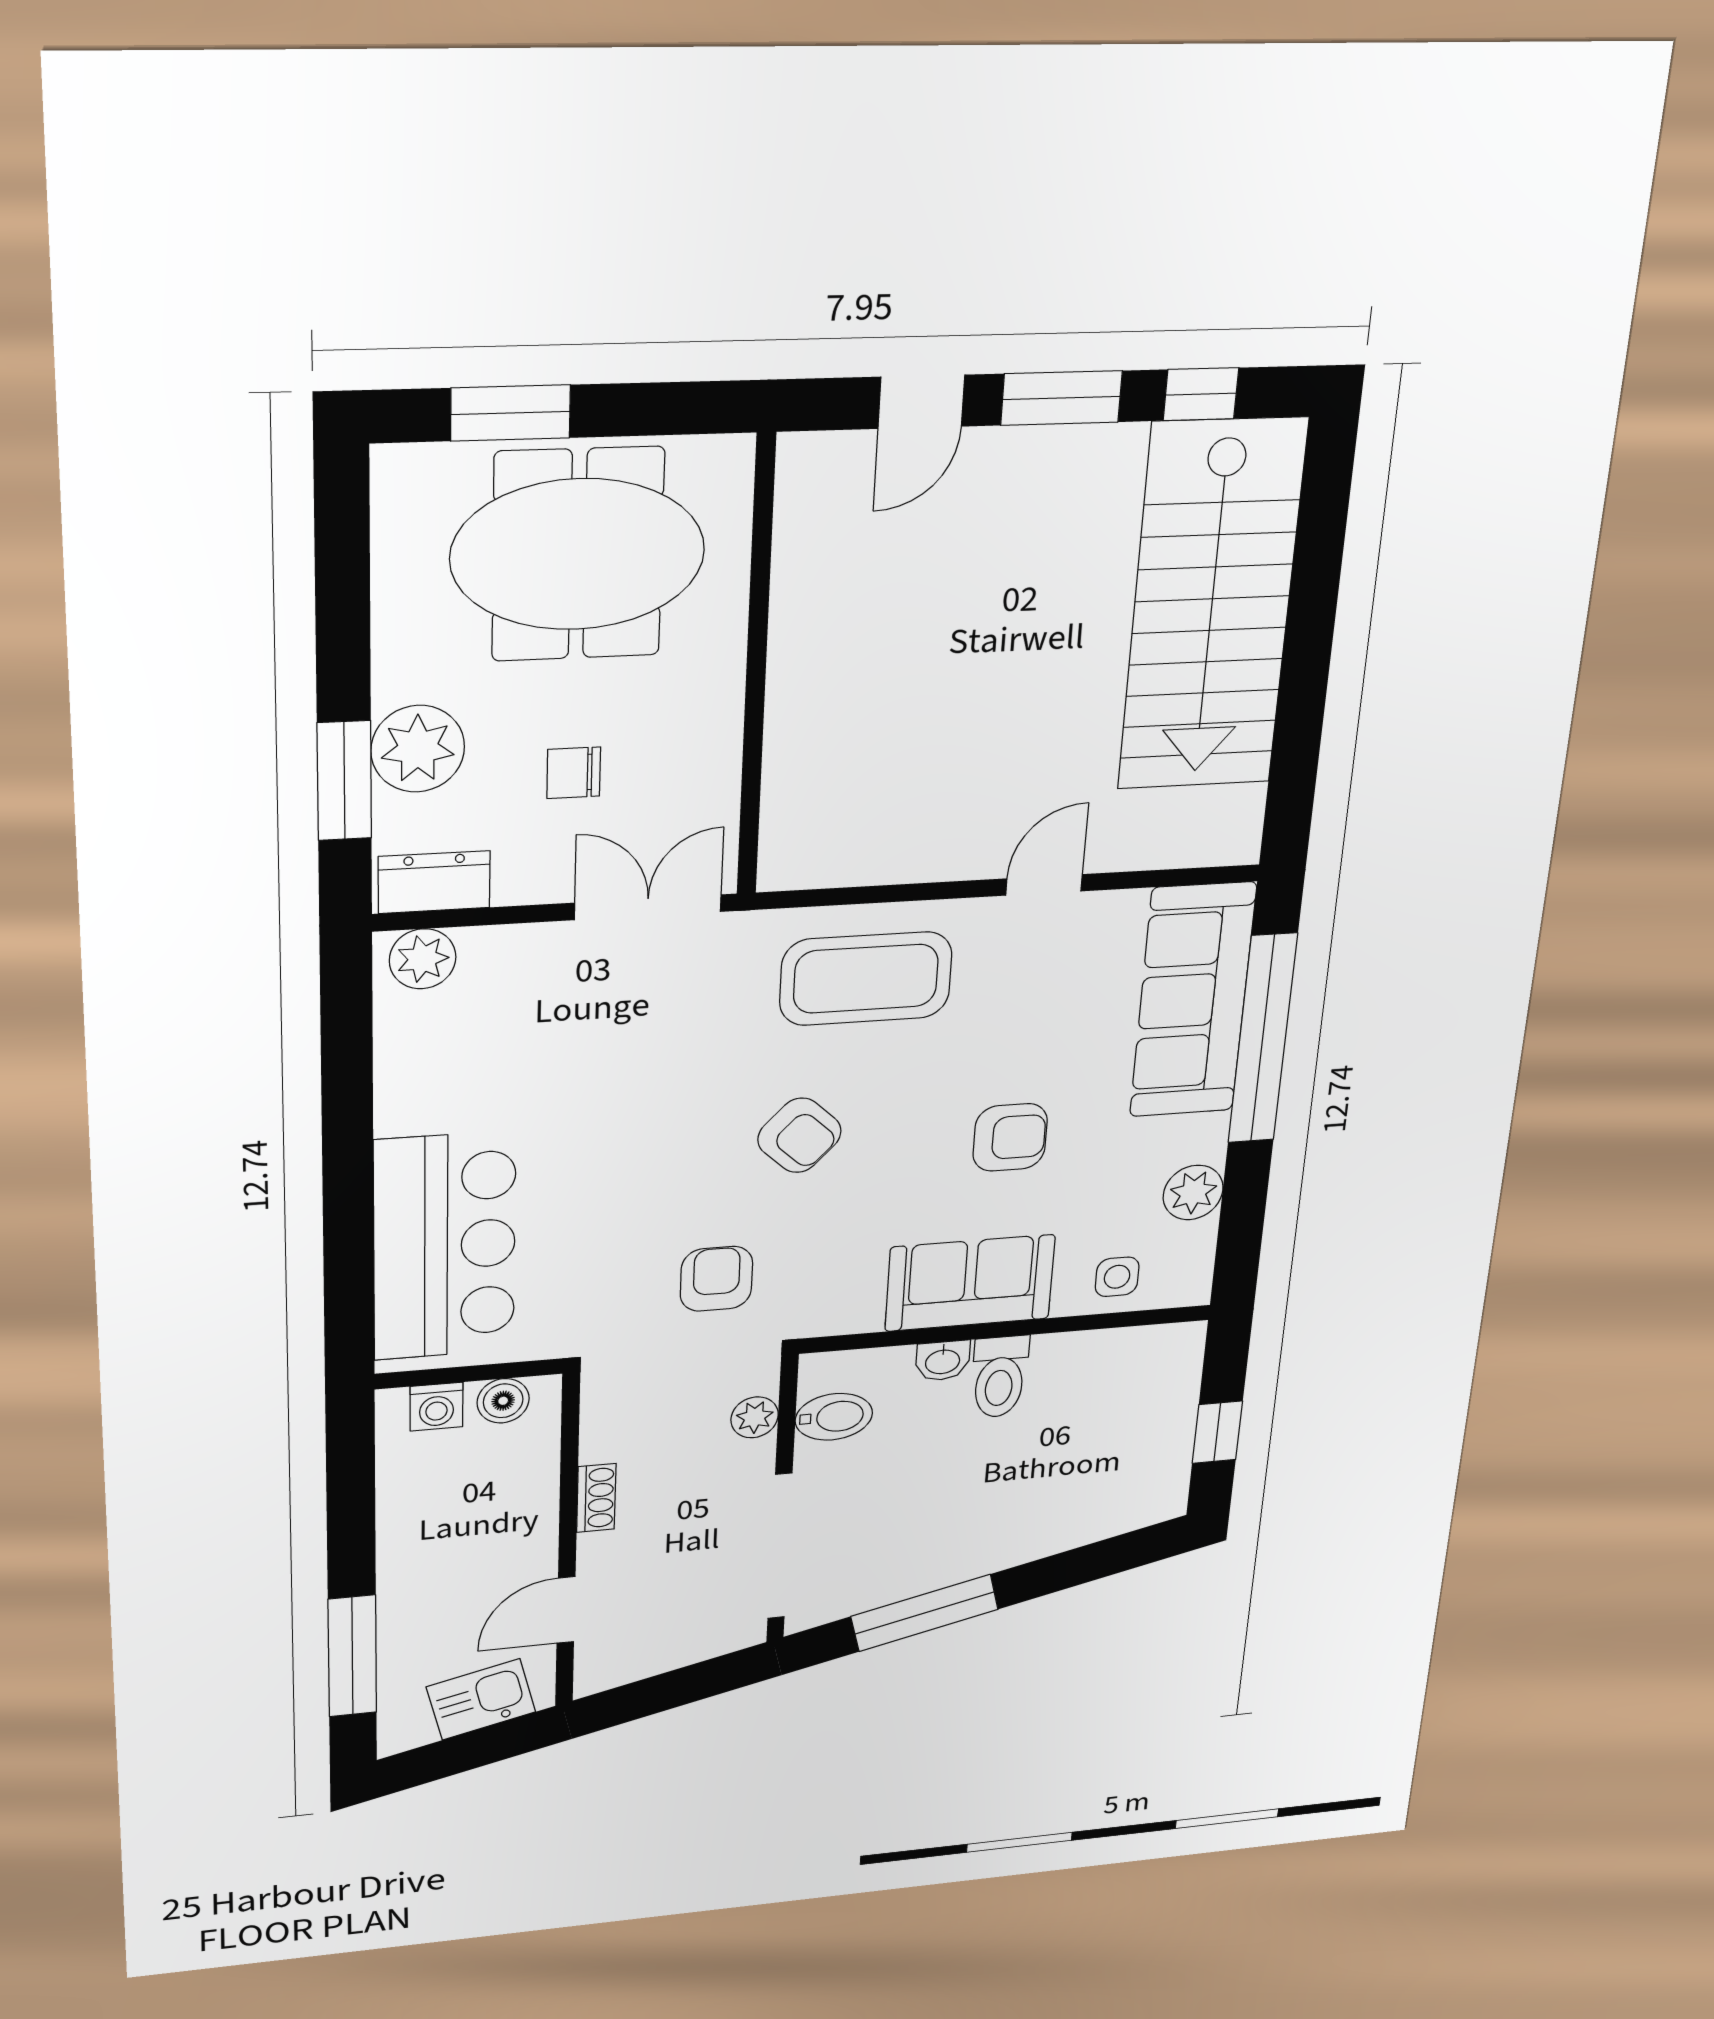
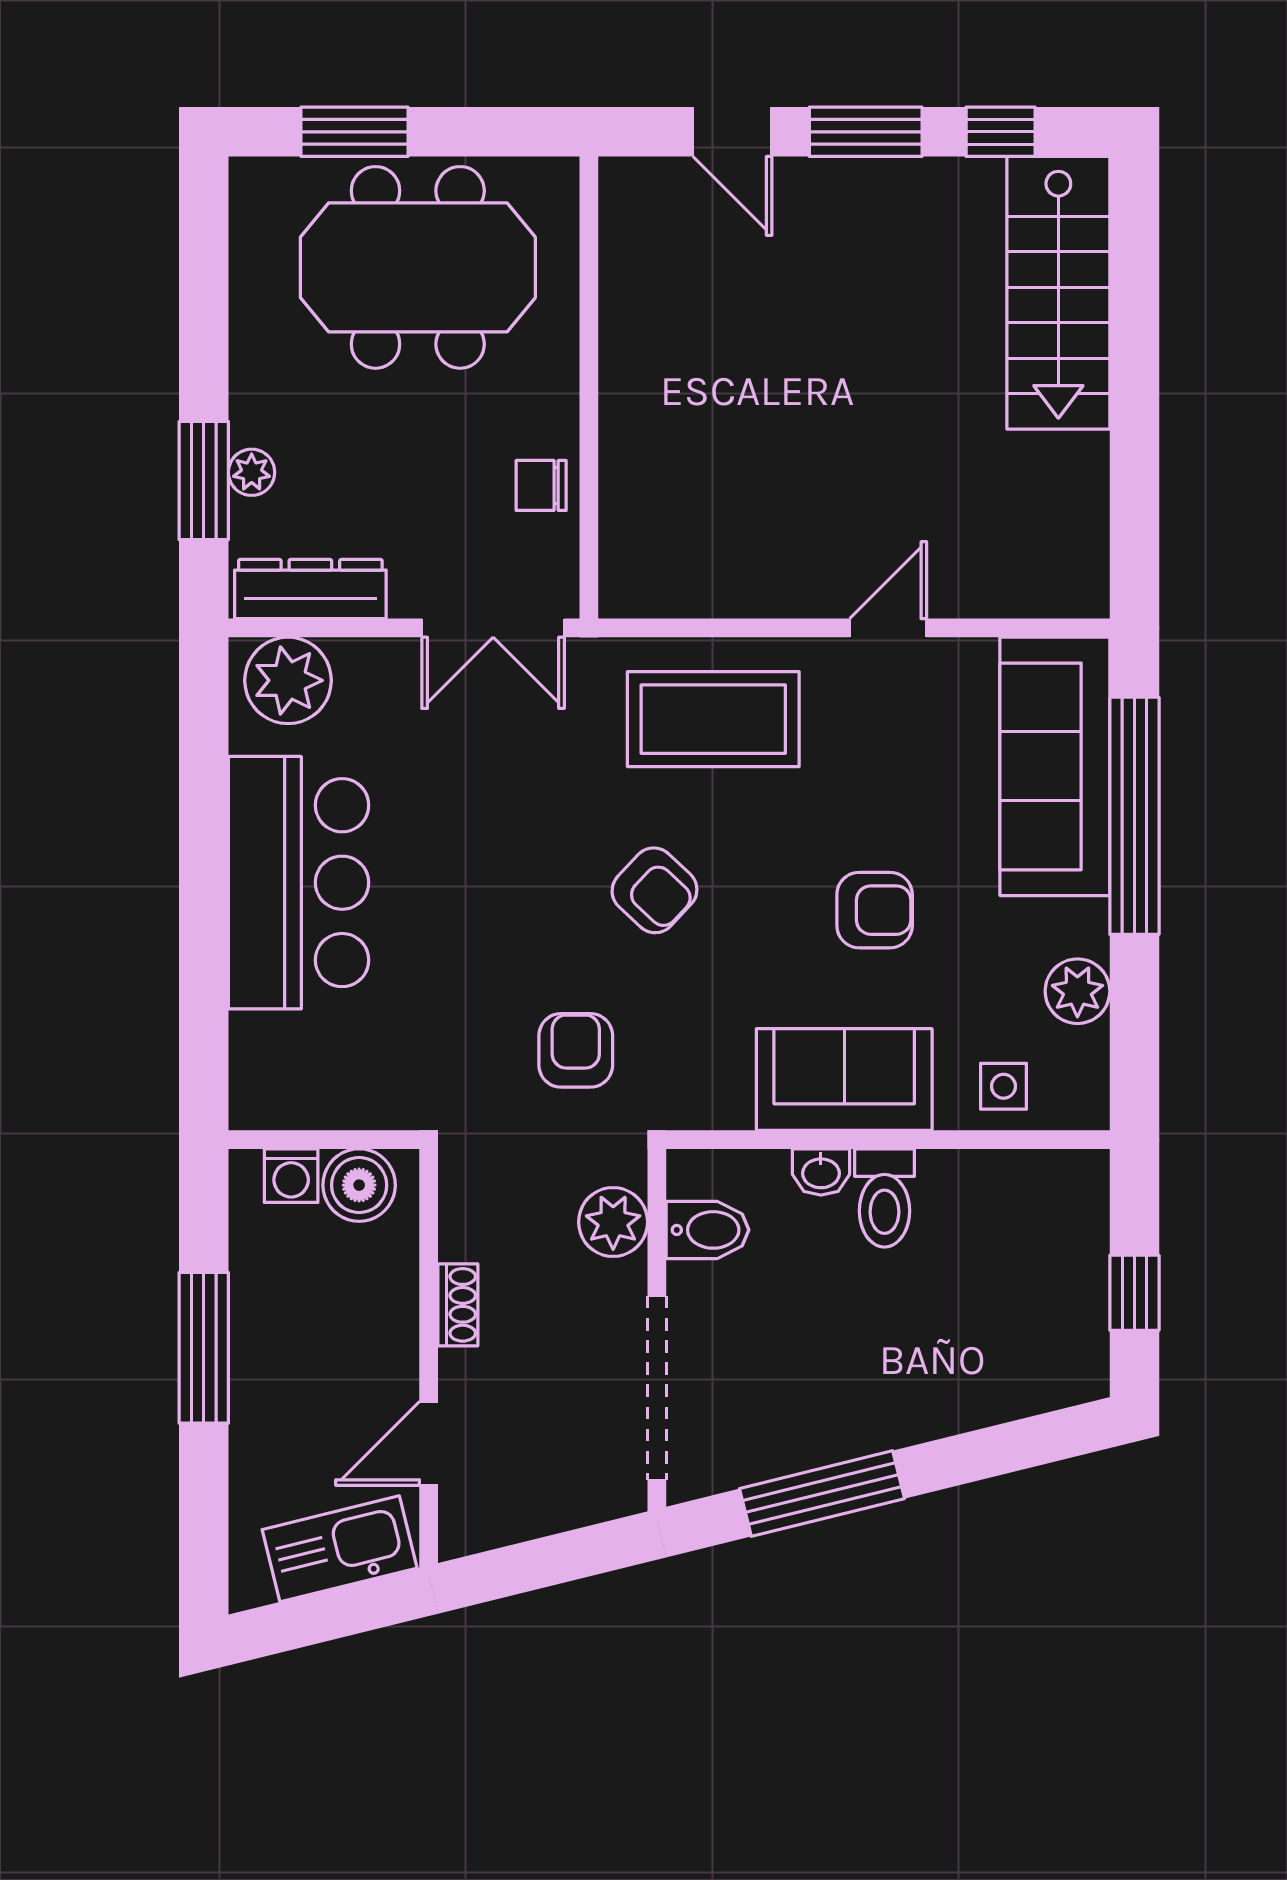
door: (921, 402) -> (732, 132), hinge flipped
stairs: (1212, 606) -> (1058, 293), width x0.73, depth x0.66
plant: (418, 749) -> (252, 472), width x0.53, depth x0.53
chair: (574, 773) -> (541, 485), moved
dresser: (434, 882) -> (310, 589), width x1.44
double door: (648, 907) -> (493, 628), swing flipped
plant: (423, 959) -> (288, 680), width x1.36, depth x1.36
bar counter: (444, 1246) -> (299, 883), moved
boiler: (503, 1401) -> (359, 1185), width x1.36, depth x1.36
plant: (755, 1417) -> (613, 1222), width x1.38, depth x1.38
window: (352, 1656) -> (204, 1348), moved
kitchen sink: (481, 1699) -> (340, 1549), width x1.38

